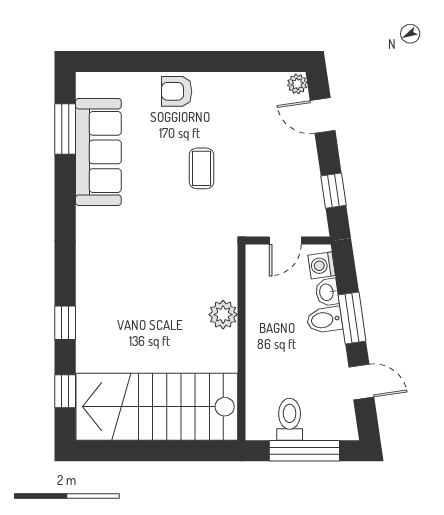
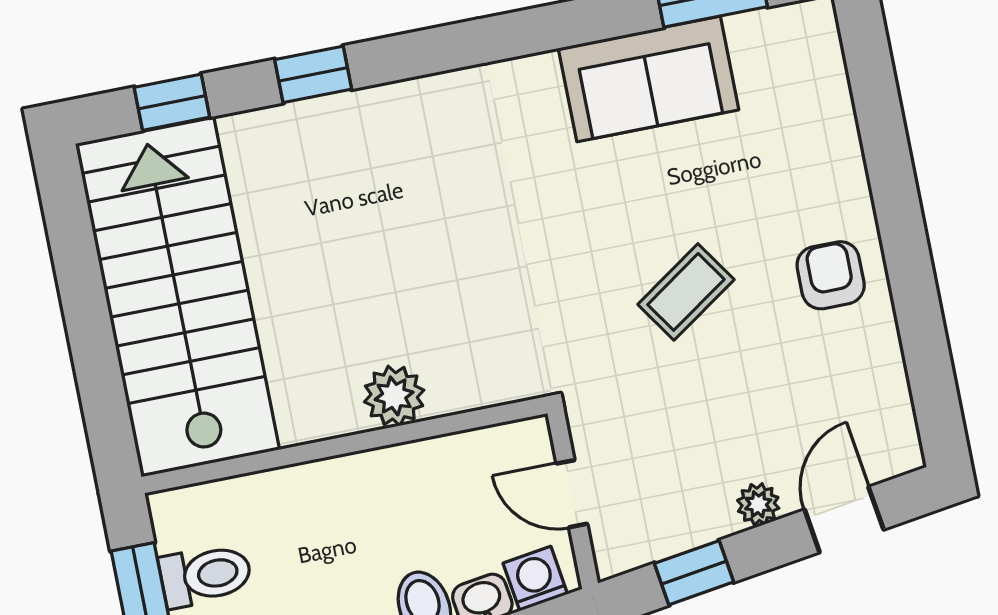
plant: (297, 84) -> (758, 504), moved
armchair: (177, 91) -> (831, 275), moved
sofa: (98, 152) -> (649, 79), width x0.73
coffee table: (201, 168) -> (686, 292), turned -34

